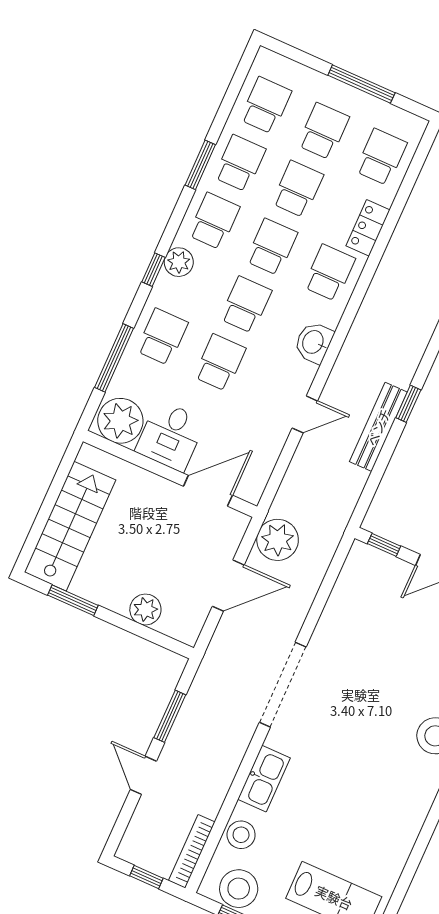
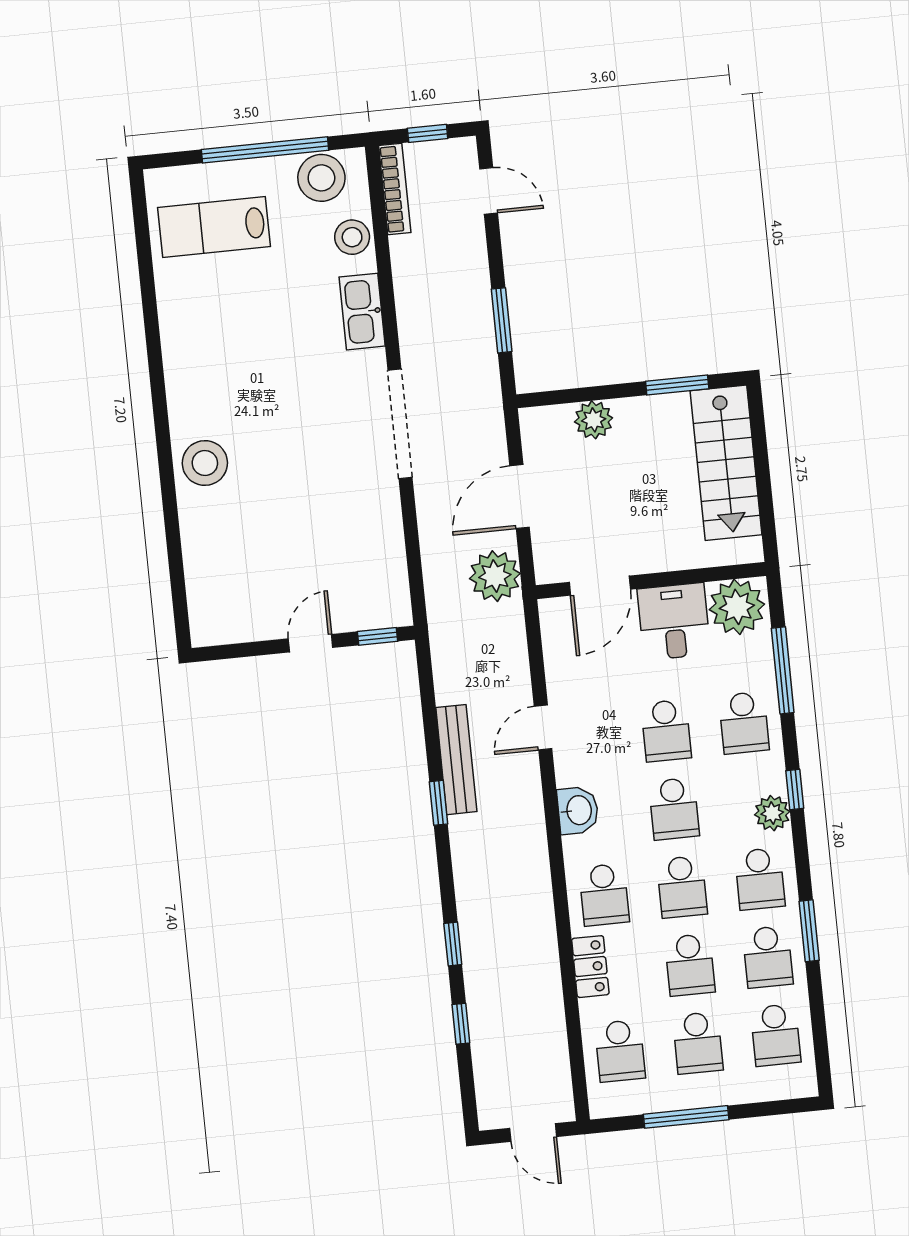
door: (143, 775) -> (489, 191), moved

